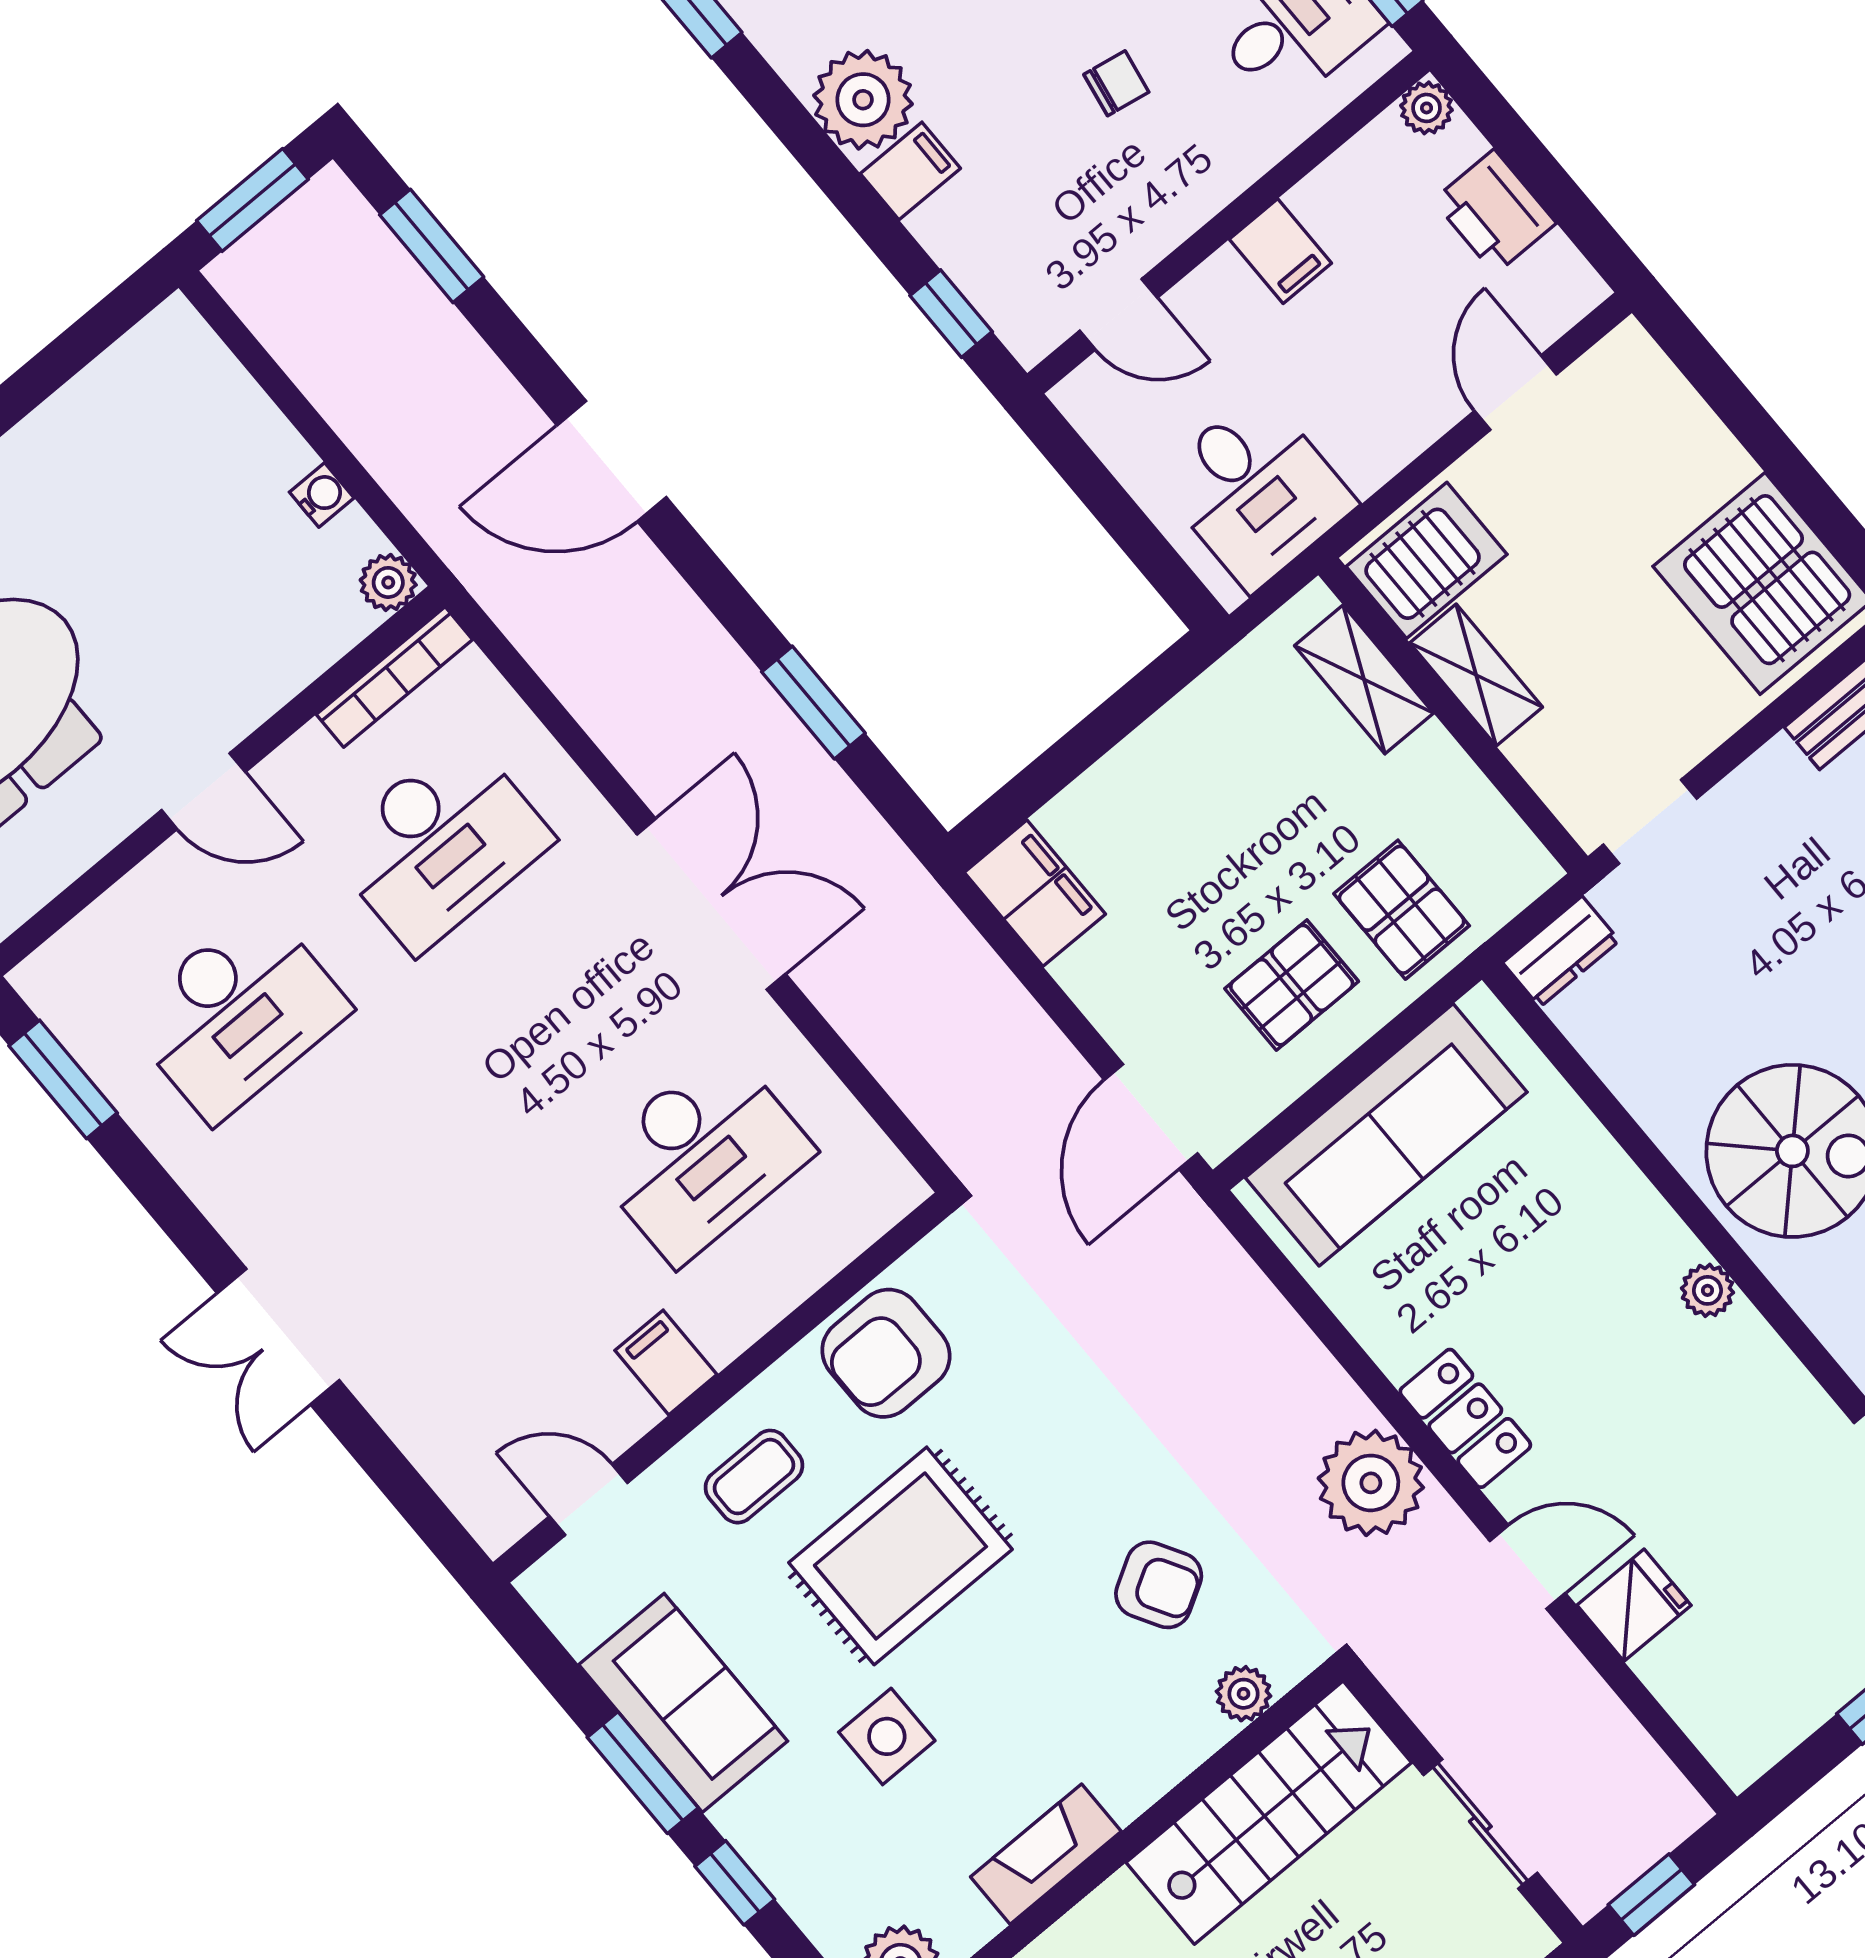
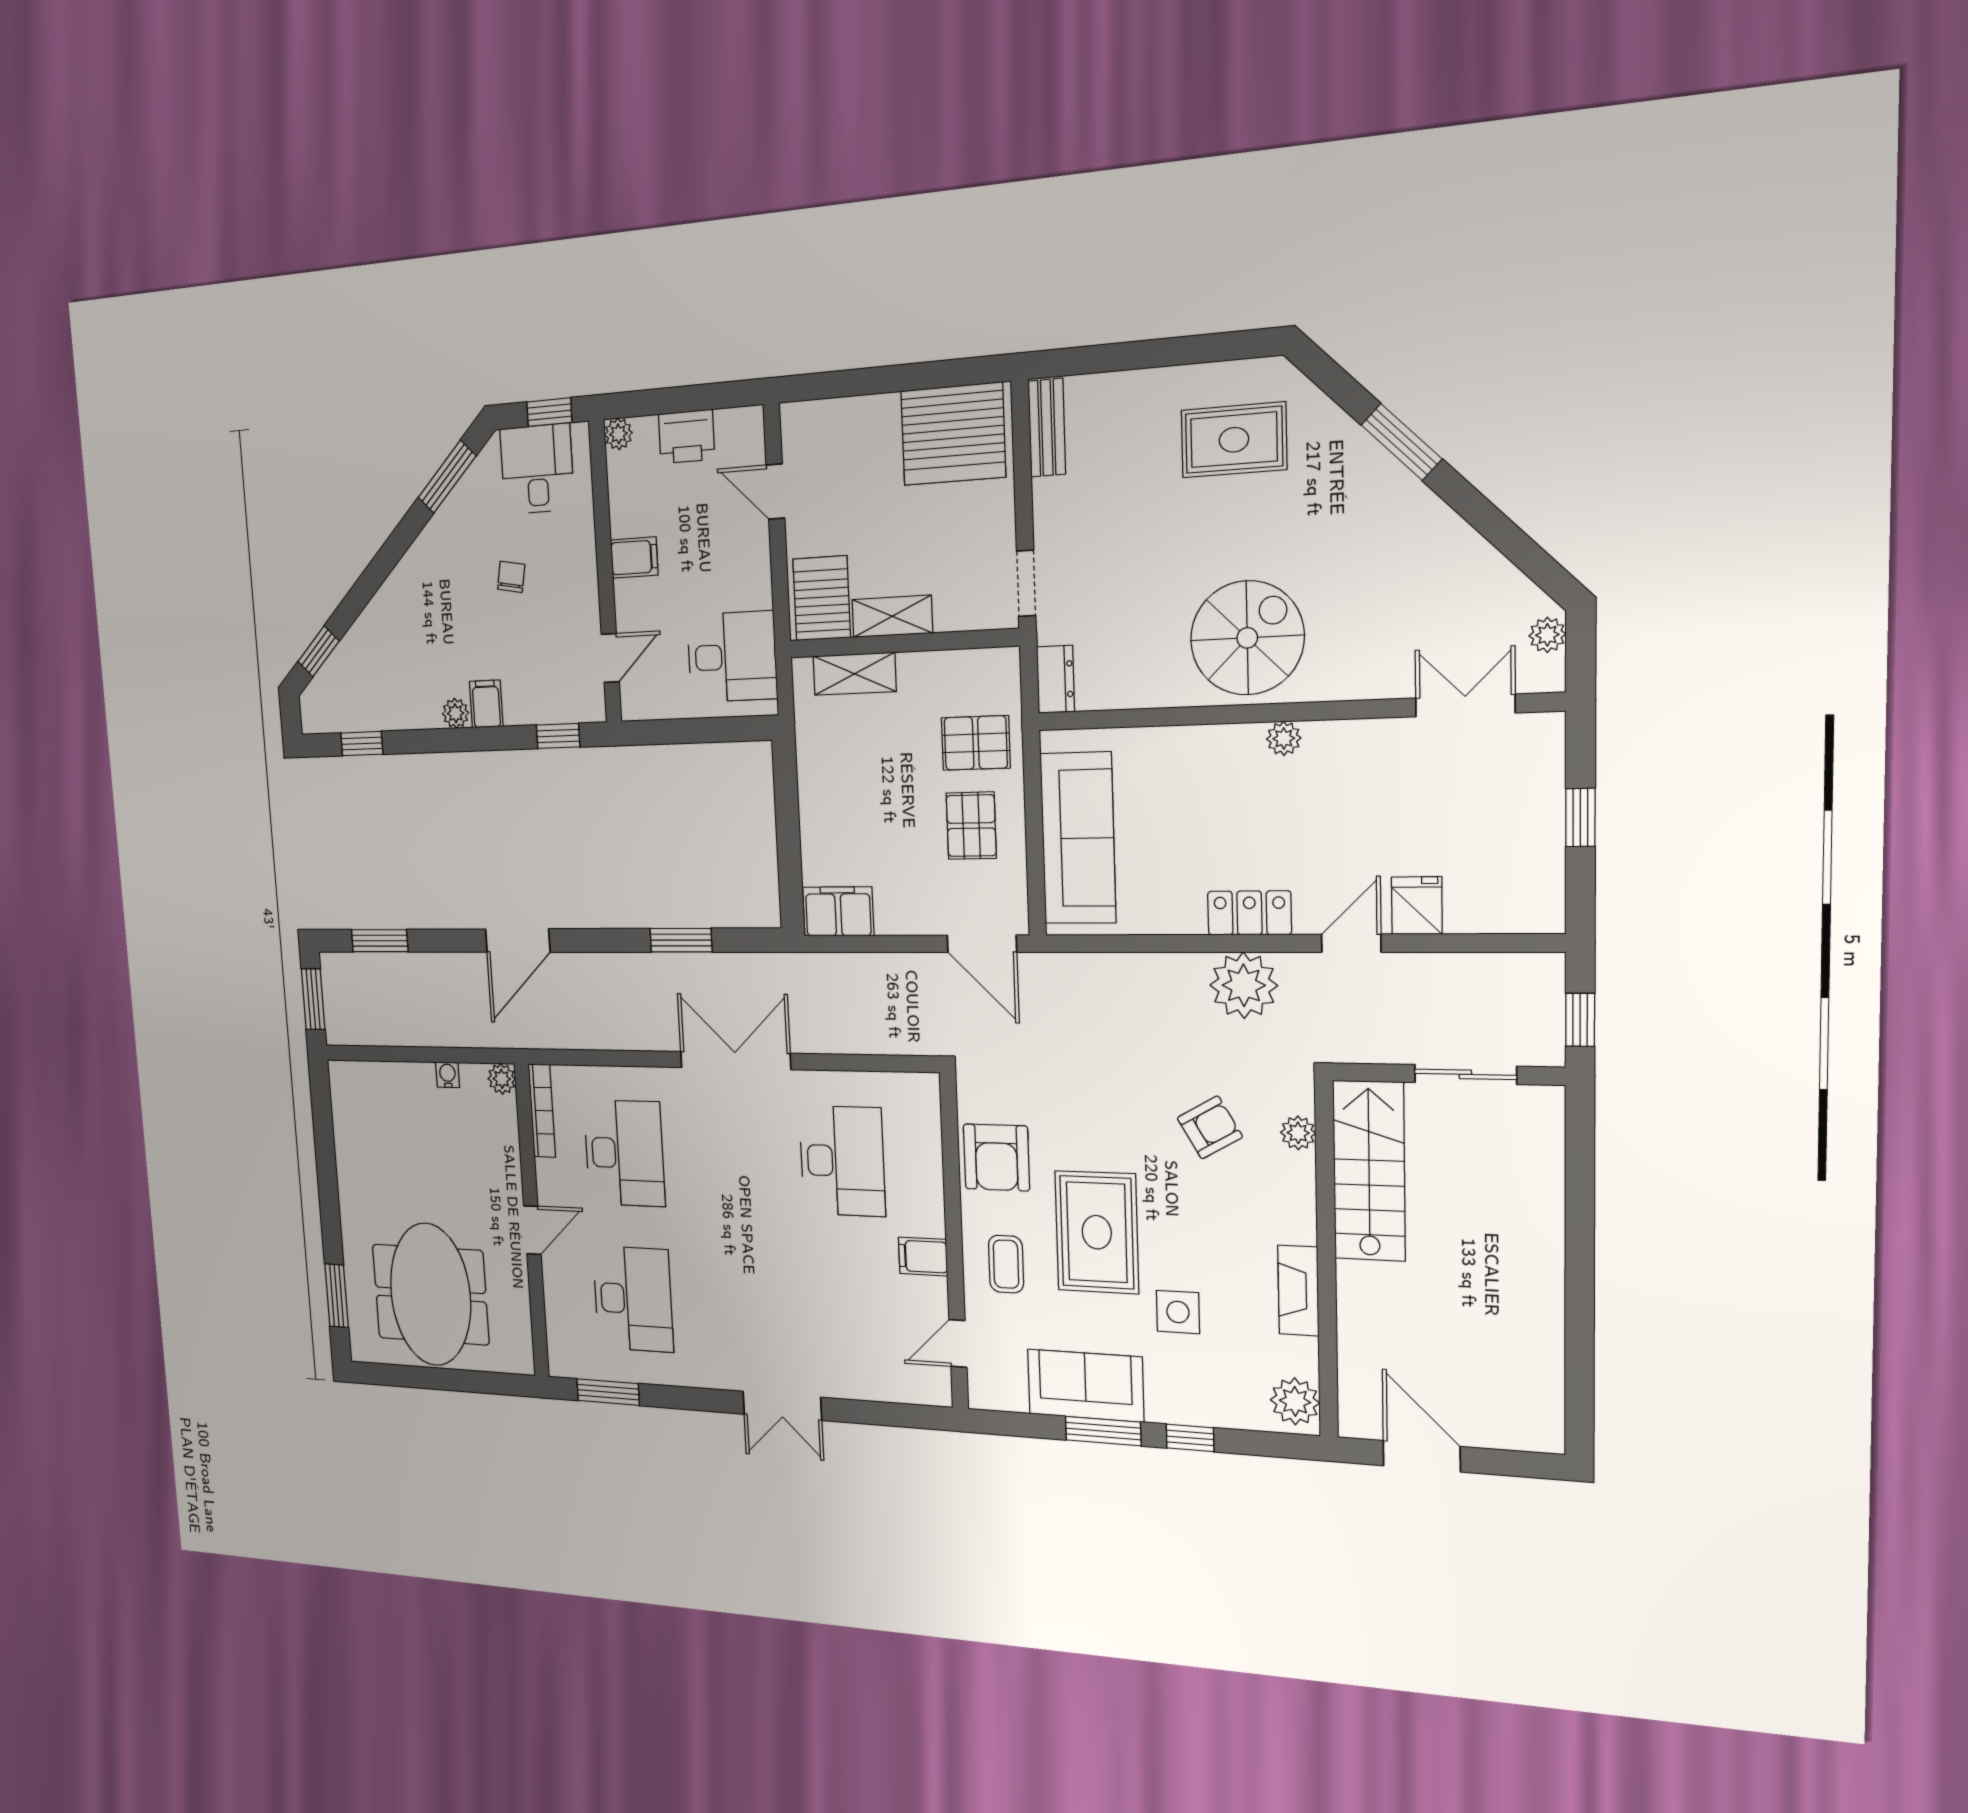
plant: (863, 100) -> (455, 713), width x0.53, depth x0.53

